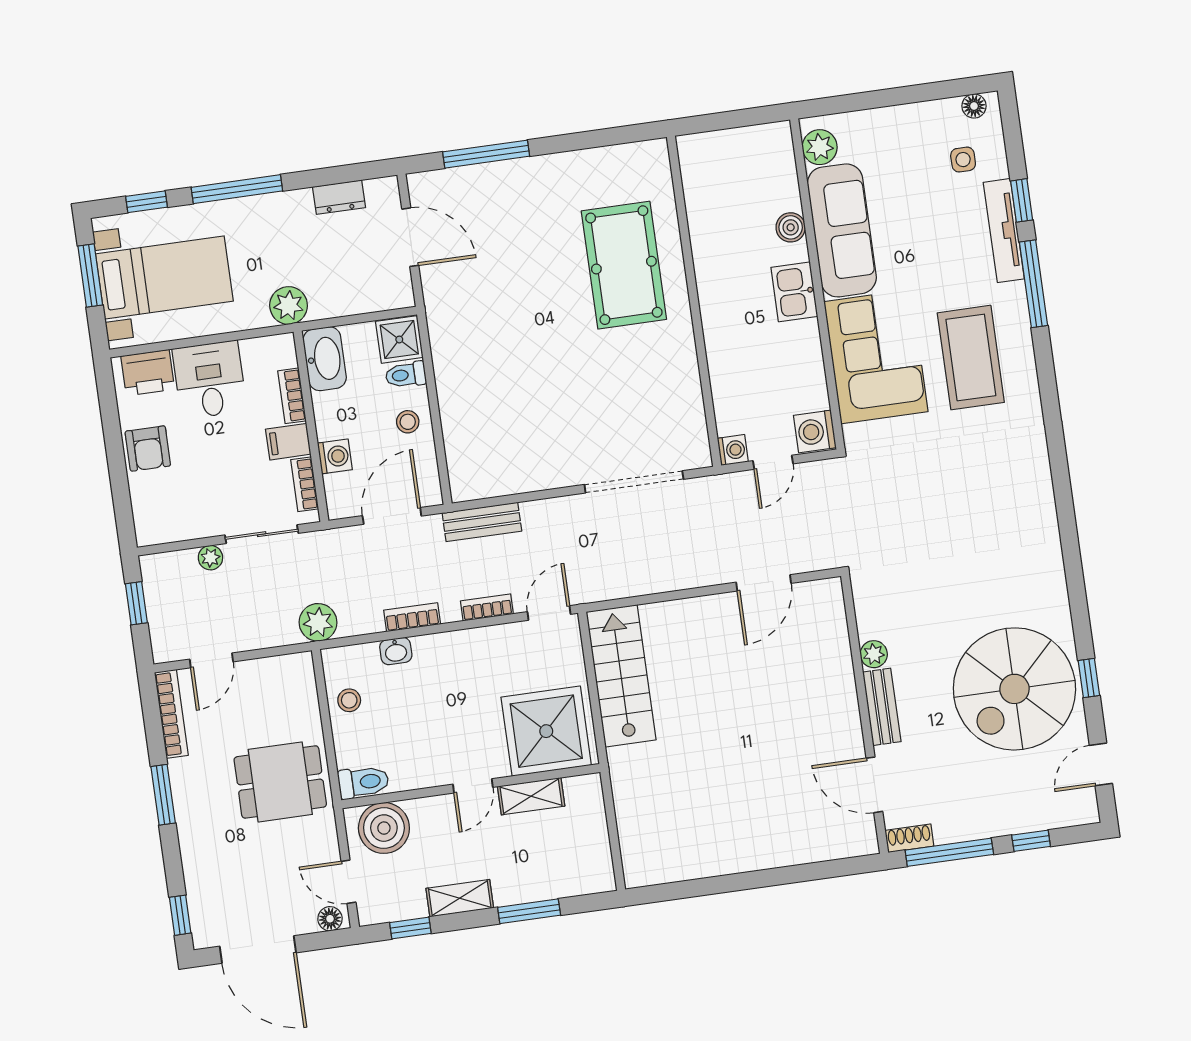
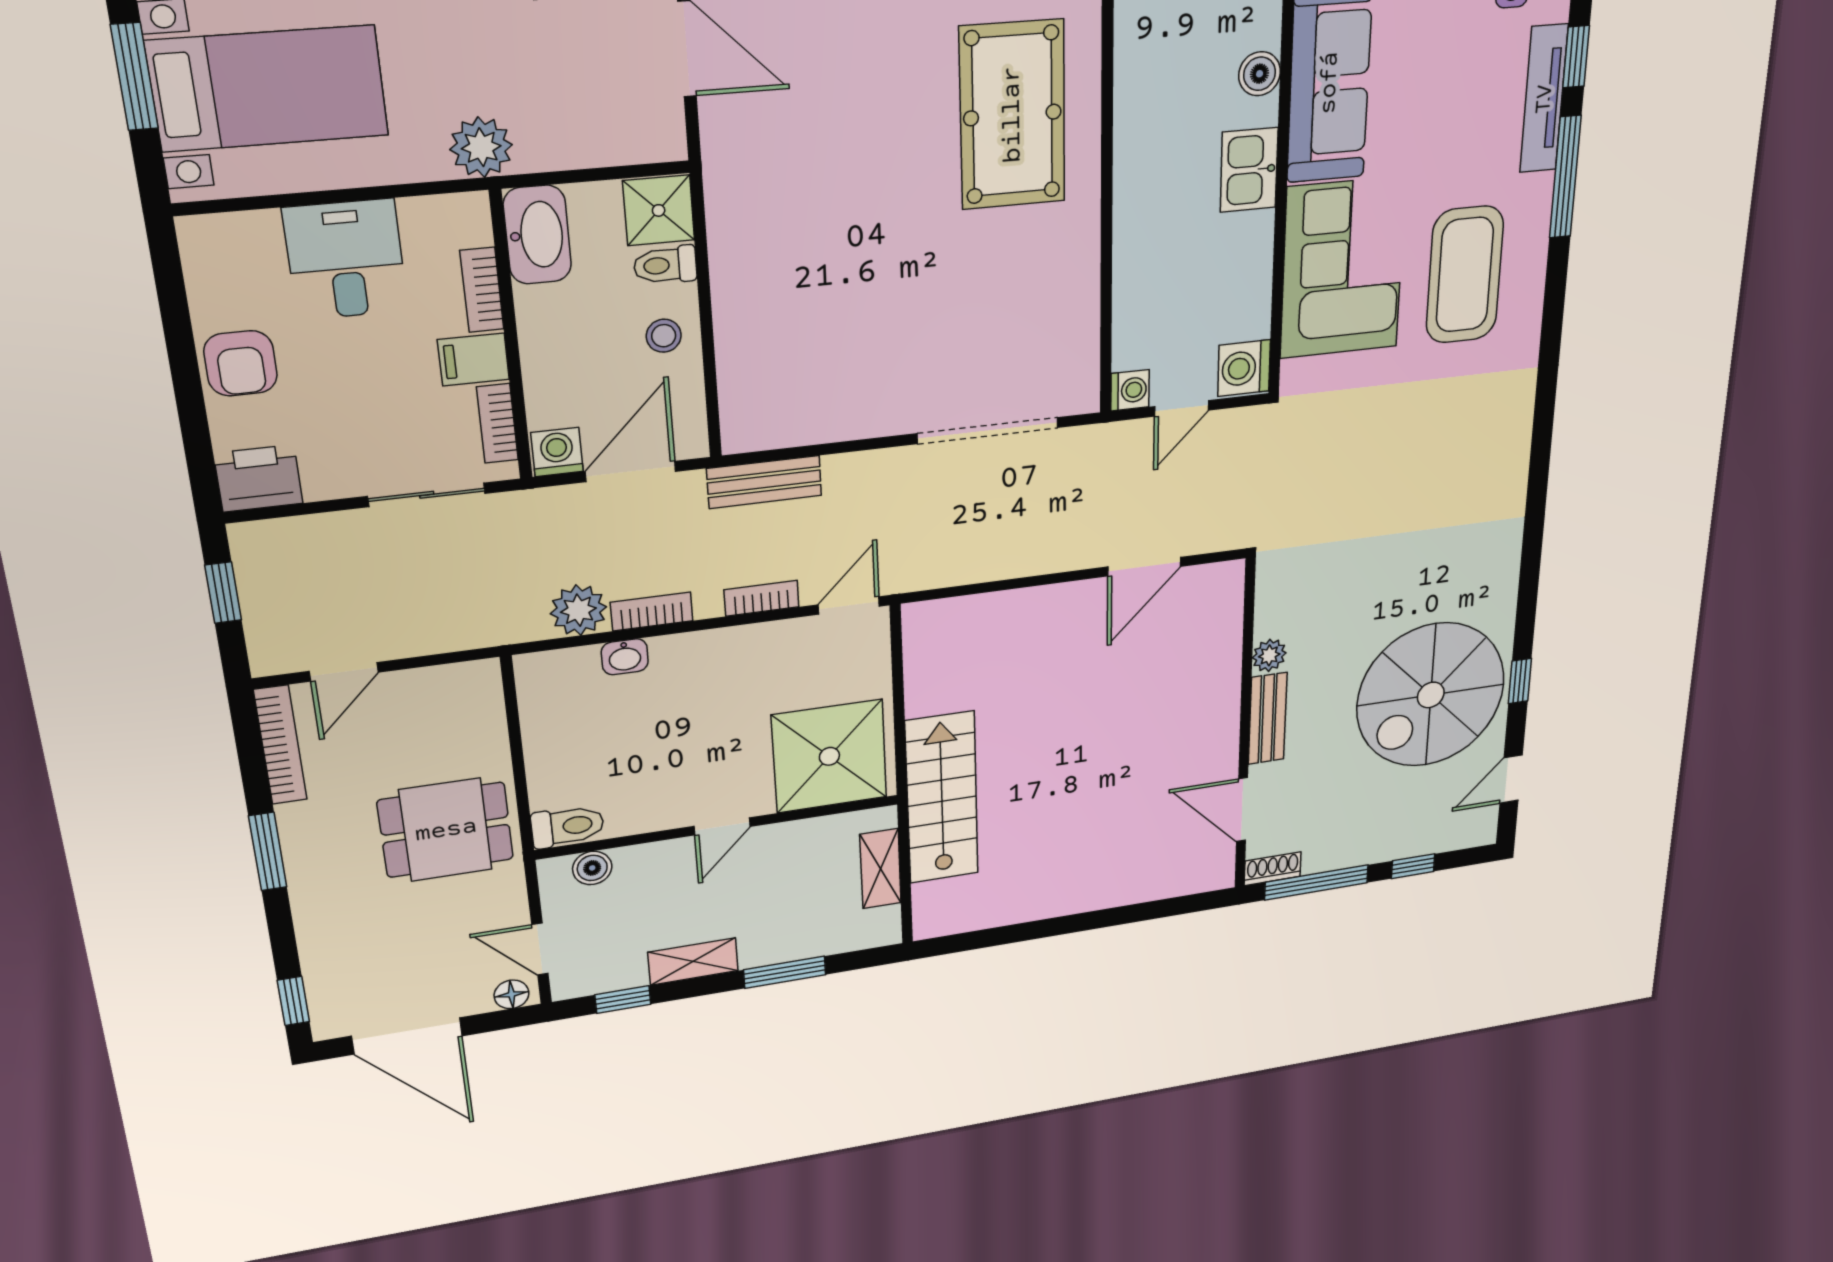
printer: (148, 373) -> (258, 478), moved, turned 180
washing machine: (335, 456) -> (557, 452), moved, turned -90
plant: (210, 558) -> (344, 528), removed
plant: (318, 622) -> (578, 610), moved
stairs: (621, 676) -> (942, 798), moved
stool: (349, 700) -> (552, 722), removed
shelving: (531, 796) -> (881, 869), moved, turned 90
boiler: (384, 828) -> (592, 868), width x0.54, depth x0.54

